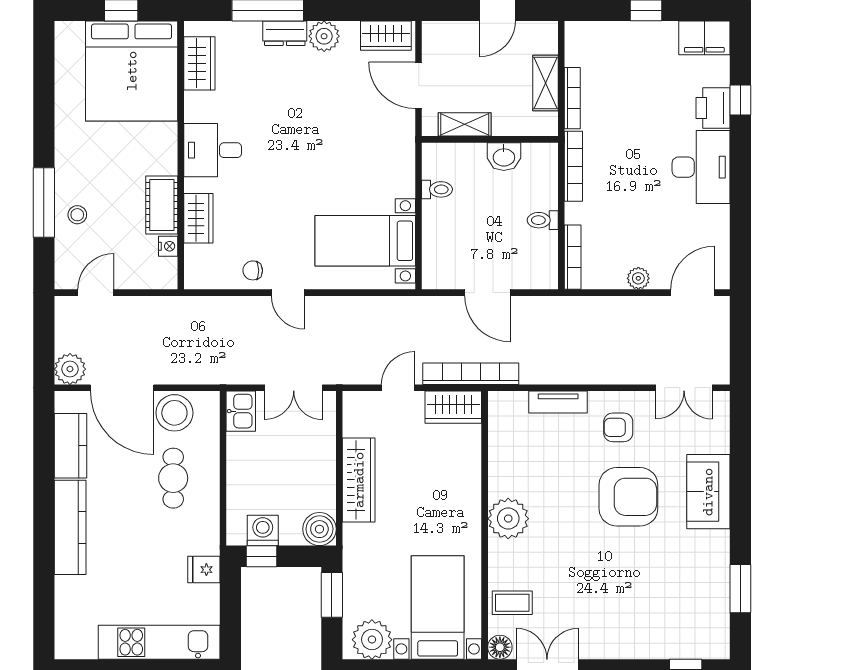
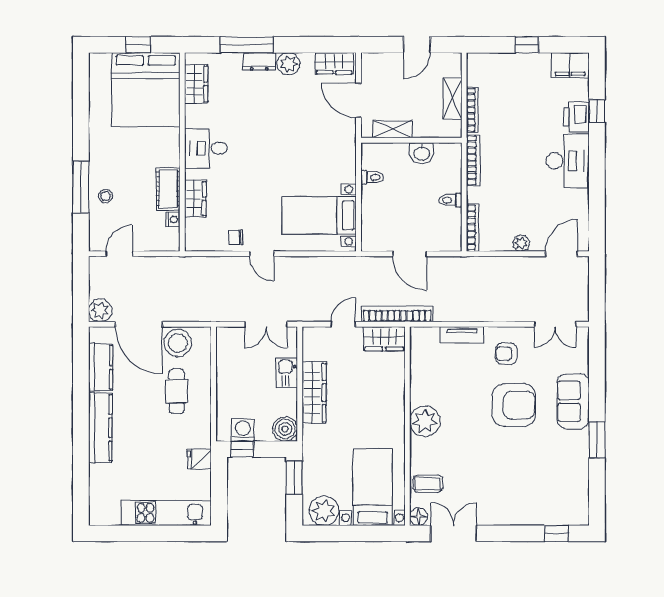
kitchen sink: (241, 411) -> (287, 373), moved, turned 180
window: (740, 589) -> (597, 440), moved

